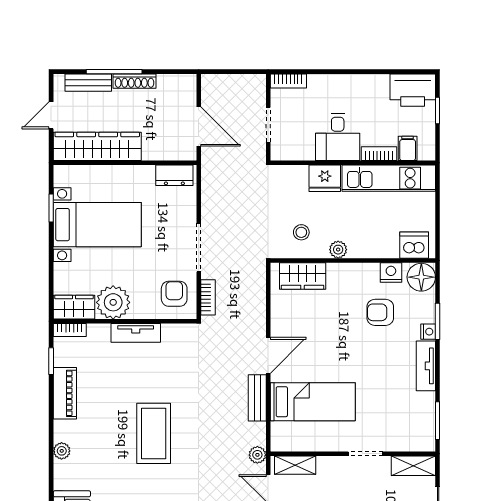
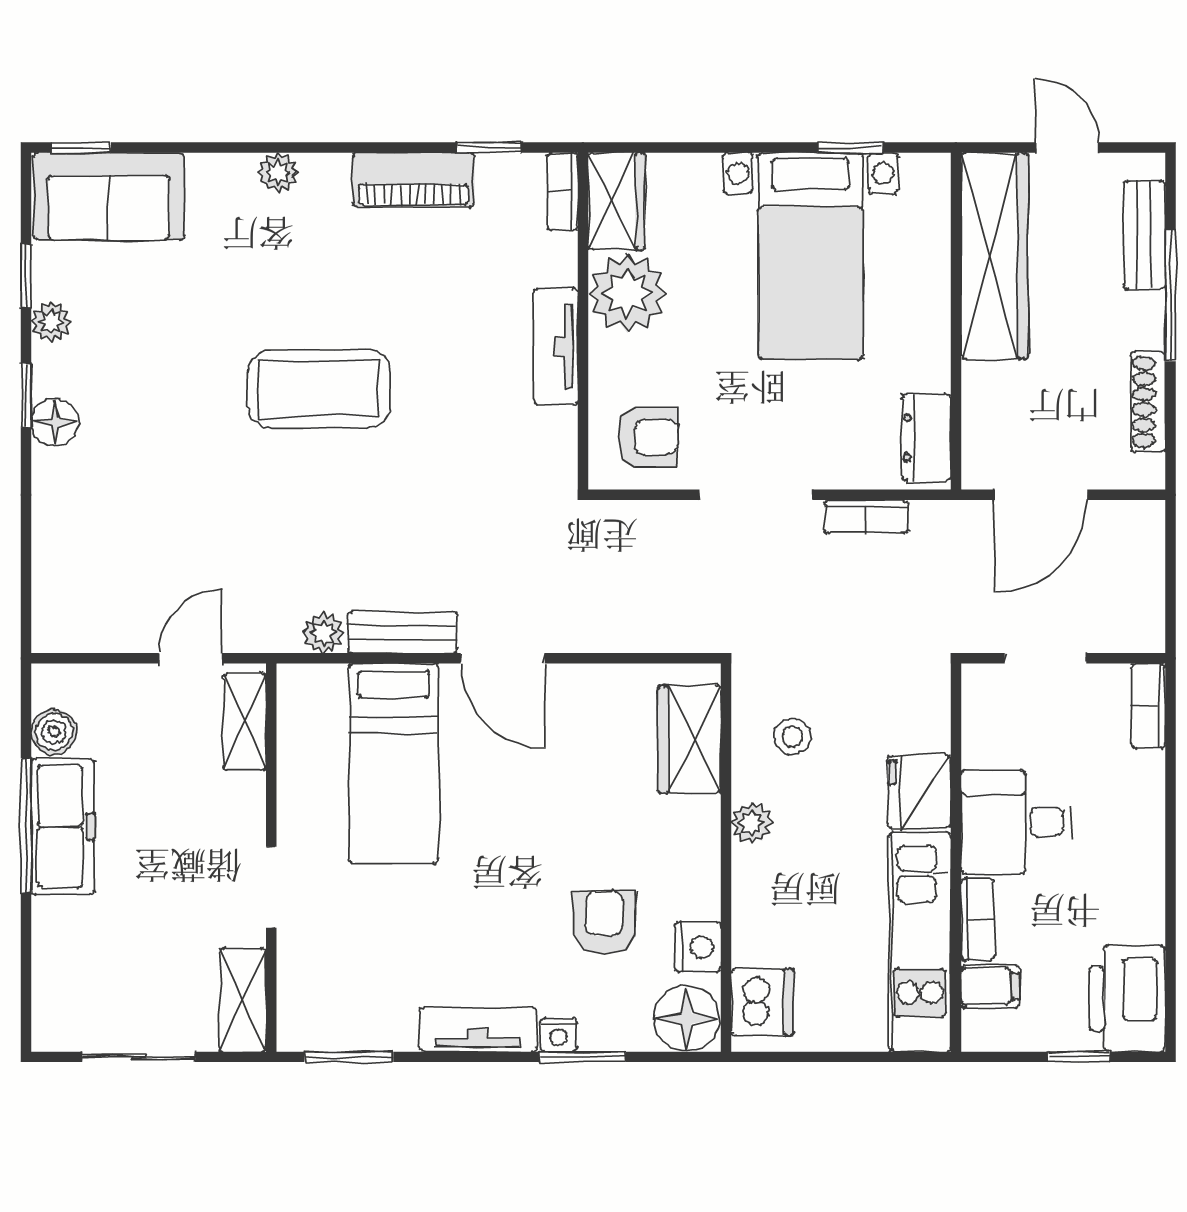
shoe rack: (135, 81) -> (1148, 402), moved
bookcase: (208, 297) -> (866, 517), moved
plant: (257, 455) -> (323, 633), moved

